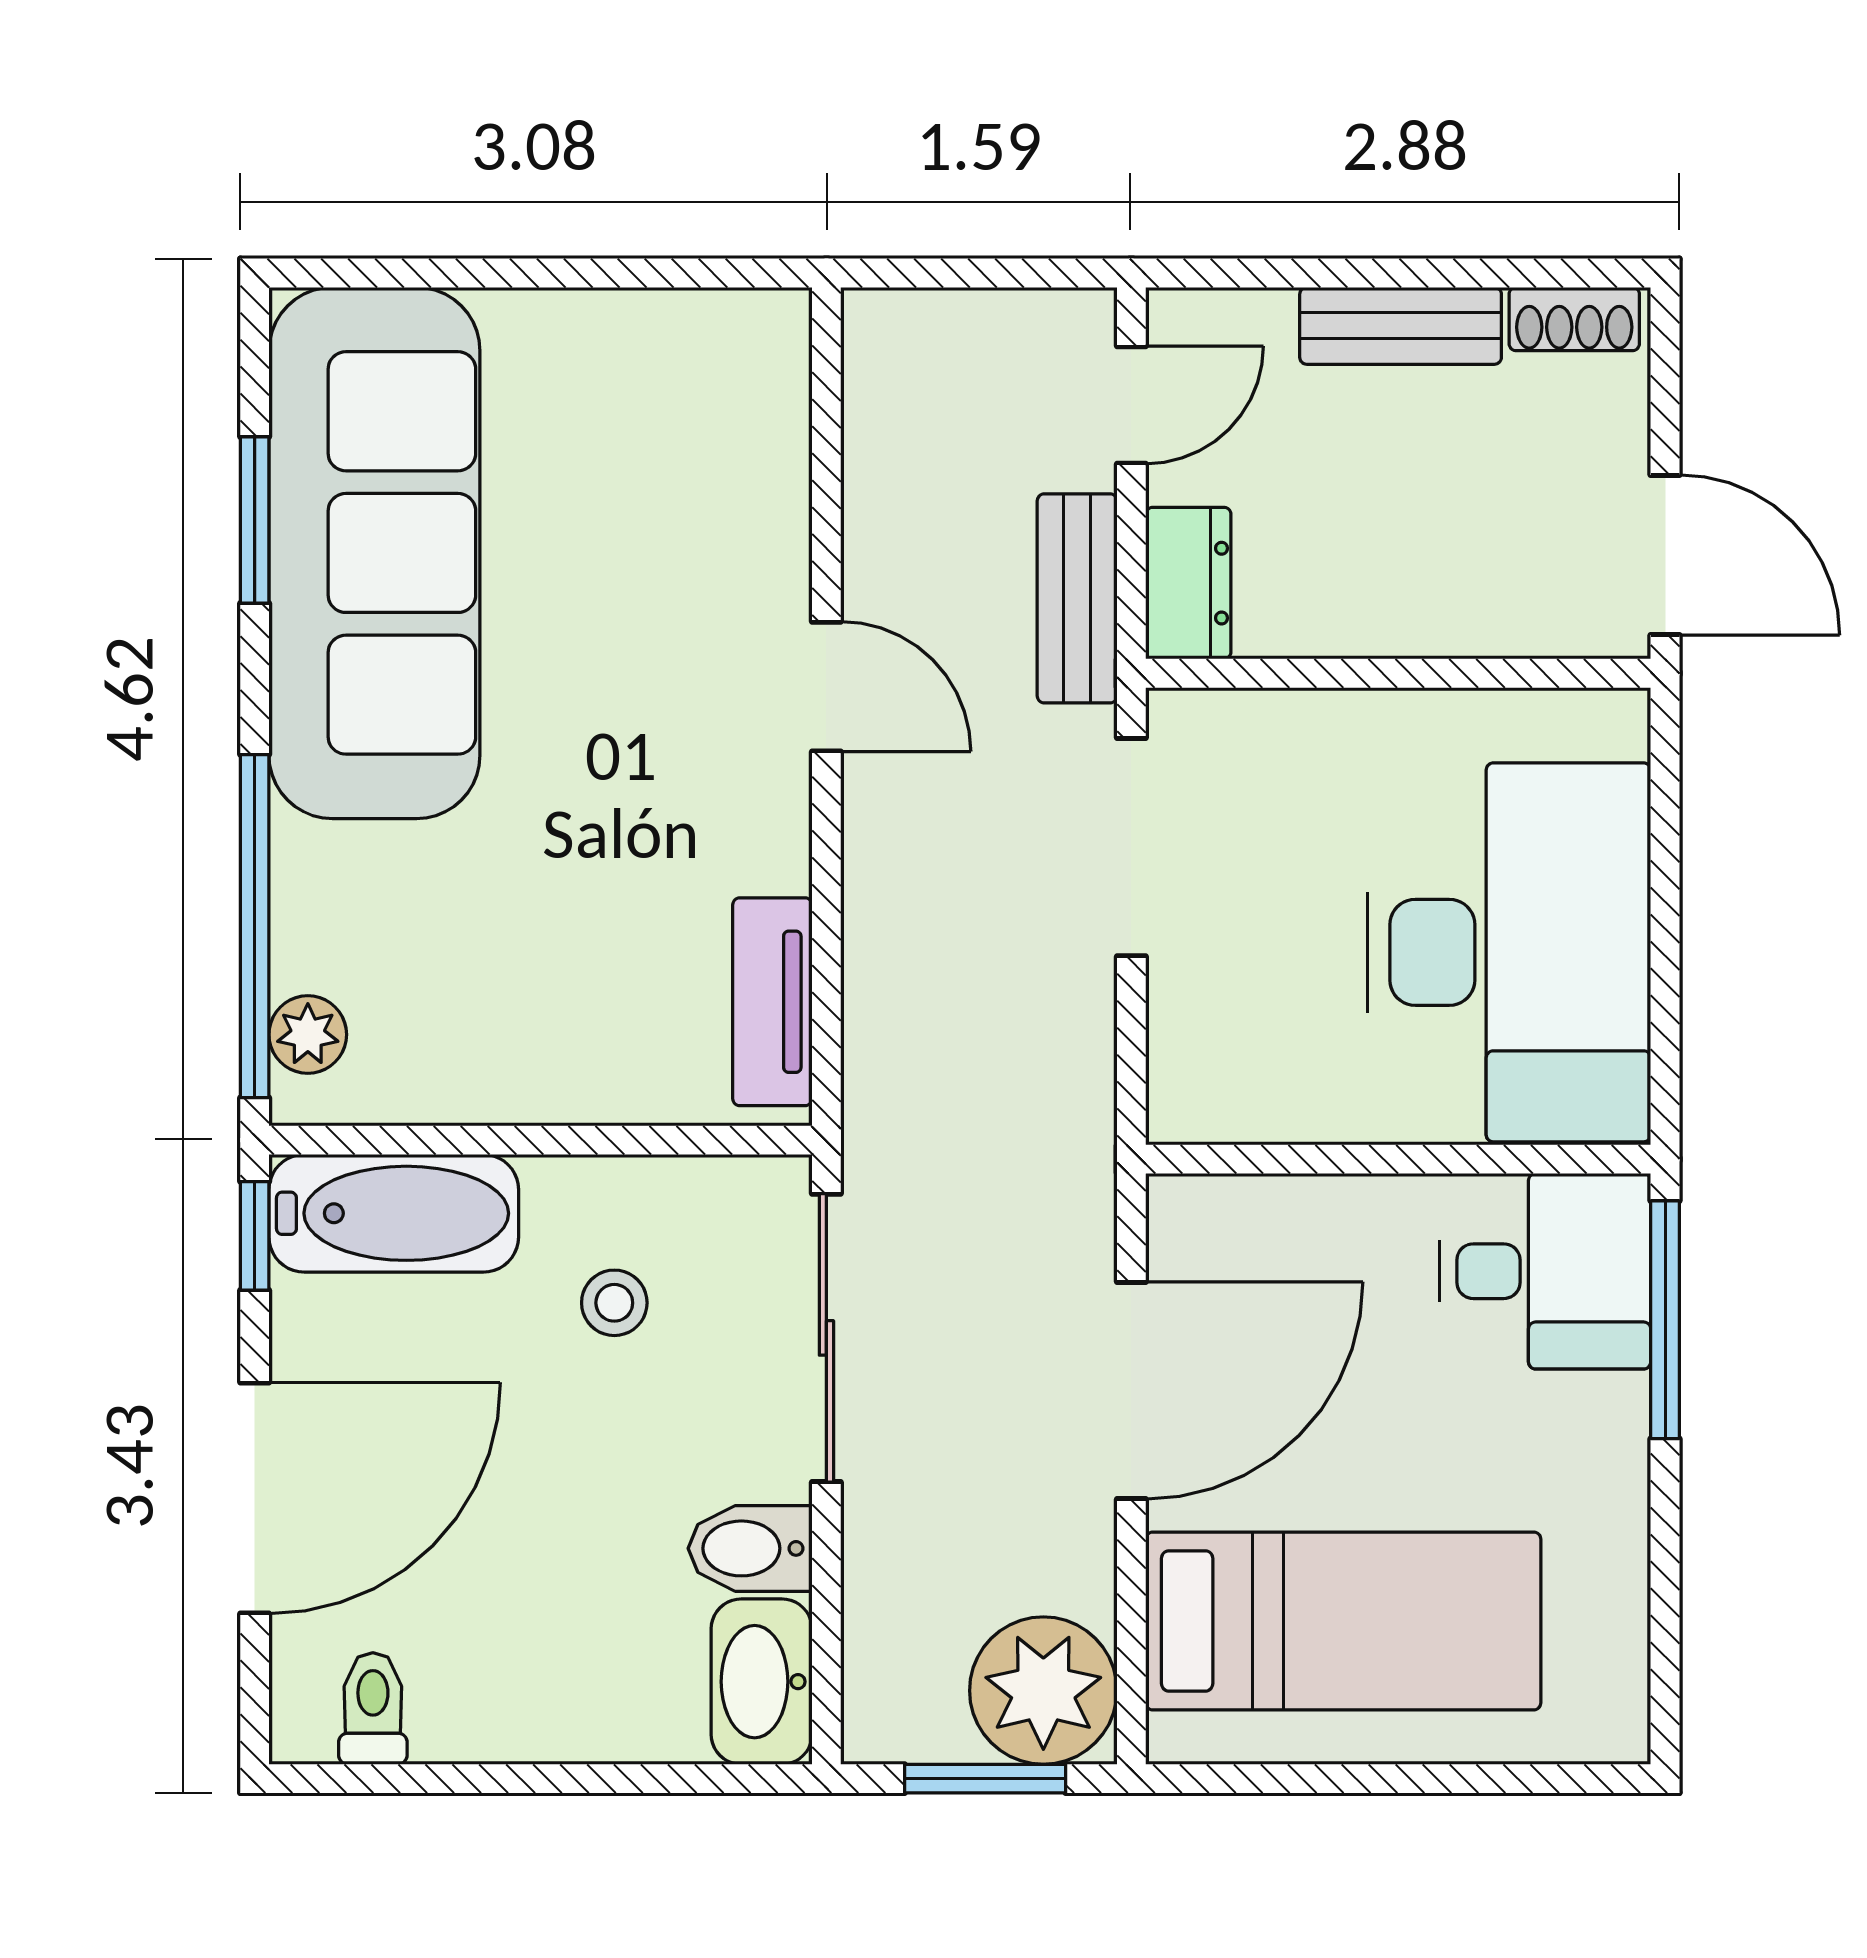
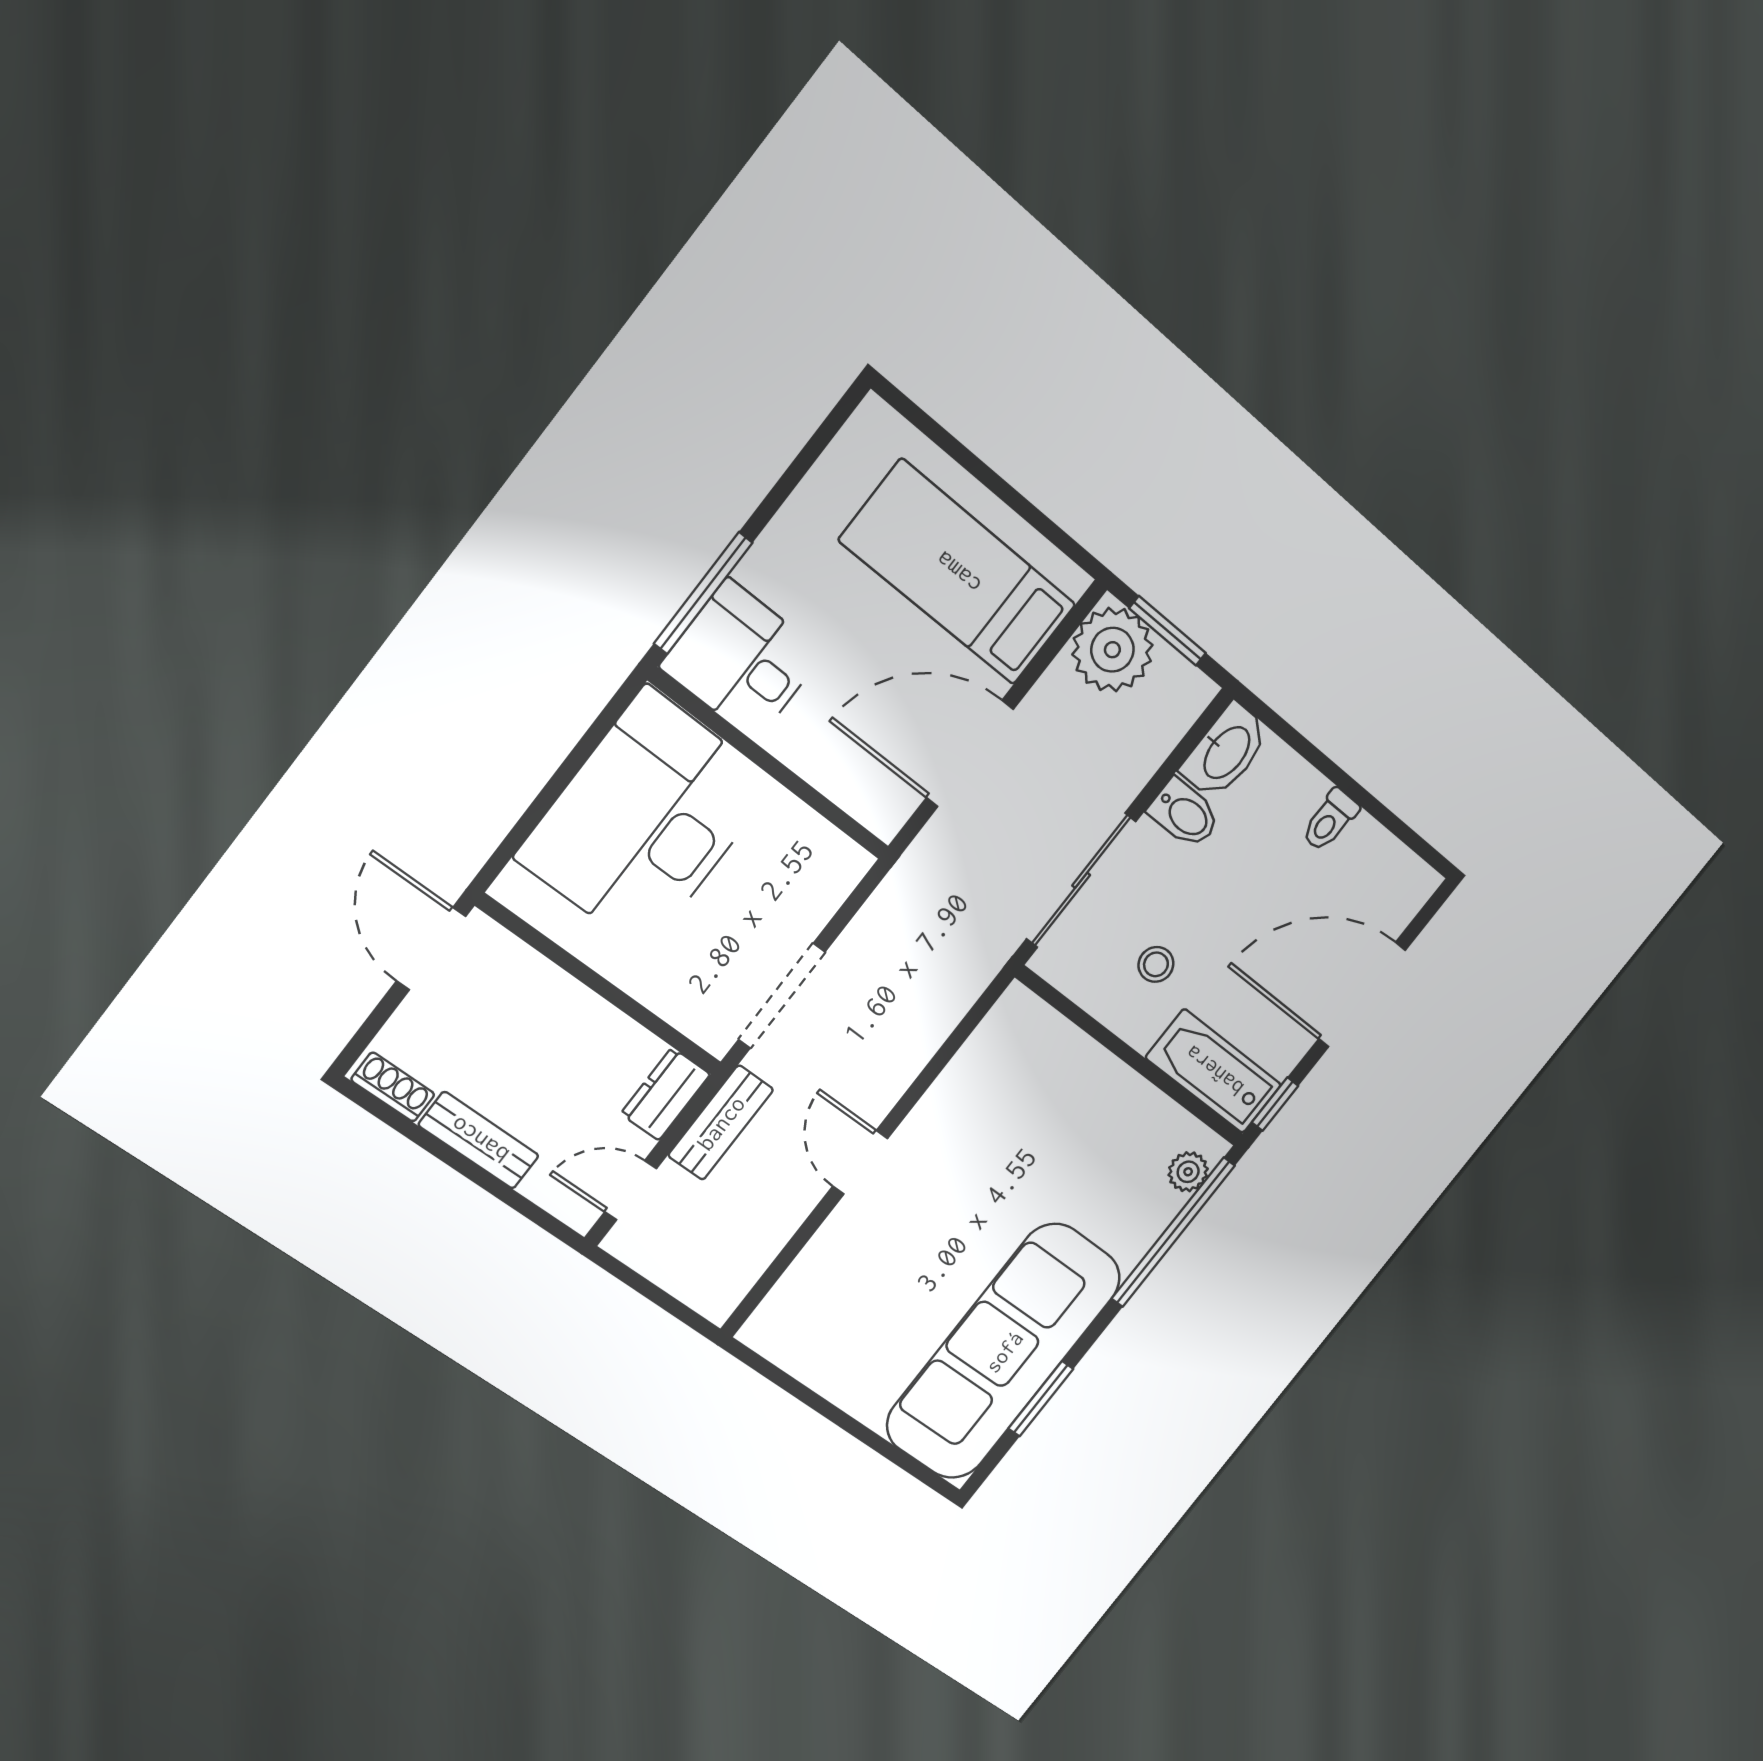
tv unit: (772, 1002) -> (989, 1044), removed
toilet: (373, 1709) -> (1330, 820), moved

